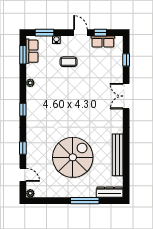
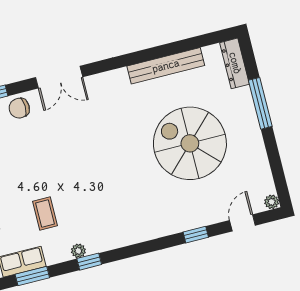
coffee table: (68, 62) -> (45, 214), moved
chair: (115, 70) -> (19, 108), added
window: (23, 110) -> (89, 262), moved

